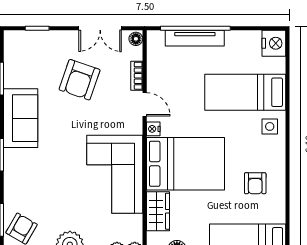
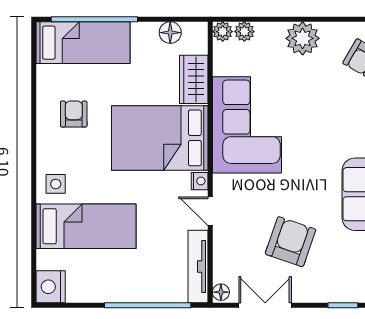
tv unit: (195, 38) -> (198, 266), moved, turned -90
bookcase: (137, 76) -> (220, 247), removed

